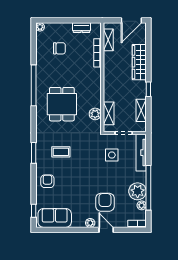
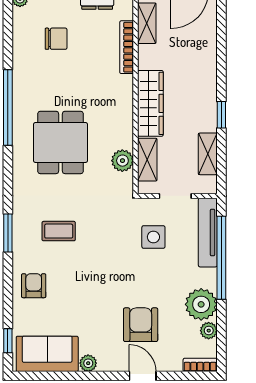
wardrobe: (139, 62) -> (150, 103), moved, turned 180
window: (148, 188) -> (221, 258), moved
plant: (90, 223) -> (88, 363), moved

